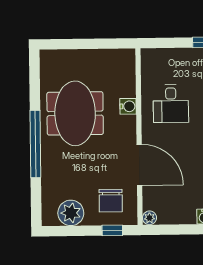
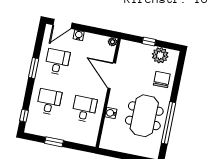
window: (35, 144) -> (169, 123), moved
chair: (111, 201) -> (162, 80), moved
window: (112, 230) -> (149, 41), moved

